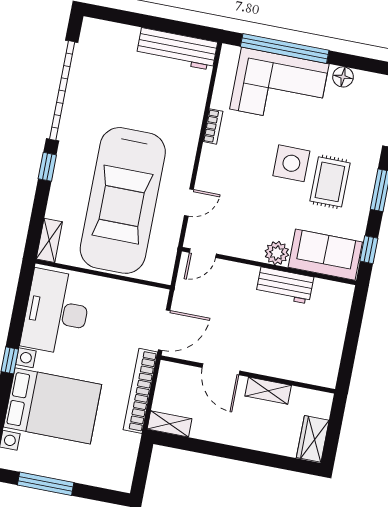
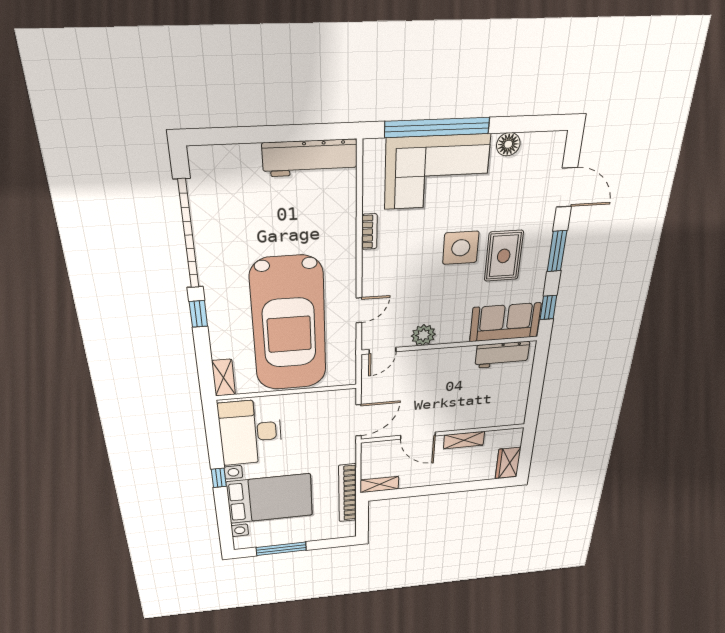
plant: (277, 253) -> (423, 335), moved
workbench: (285, 286) -> (502, 355), moved
bookcase: (140, 391) -> (348, 493), moved

